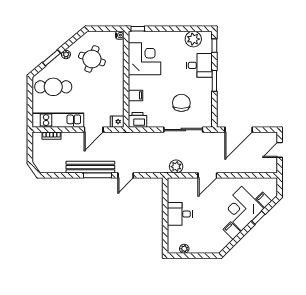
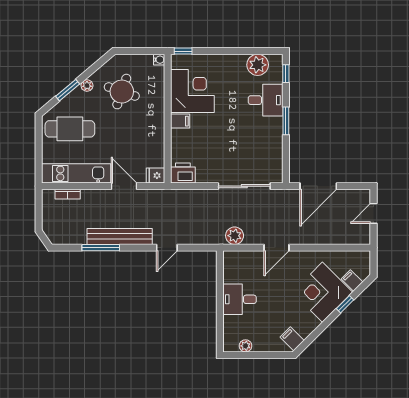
filing cabinet: (136, 95) -> (180, 121), moved
chair: (181, 103) -> (242, 150), removed
door: (94, 130) -> (124, 186), swing flipped
window: (98, 175) -> (101, 248), moved
filing cabinet: (232, 231) -> (292, 339), moved

